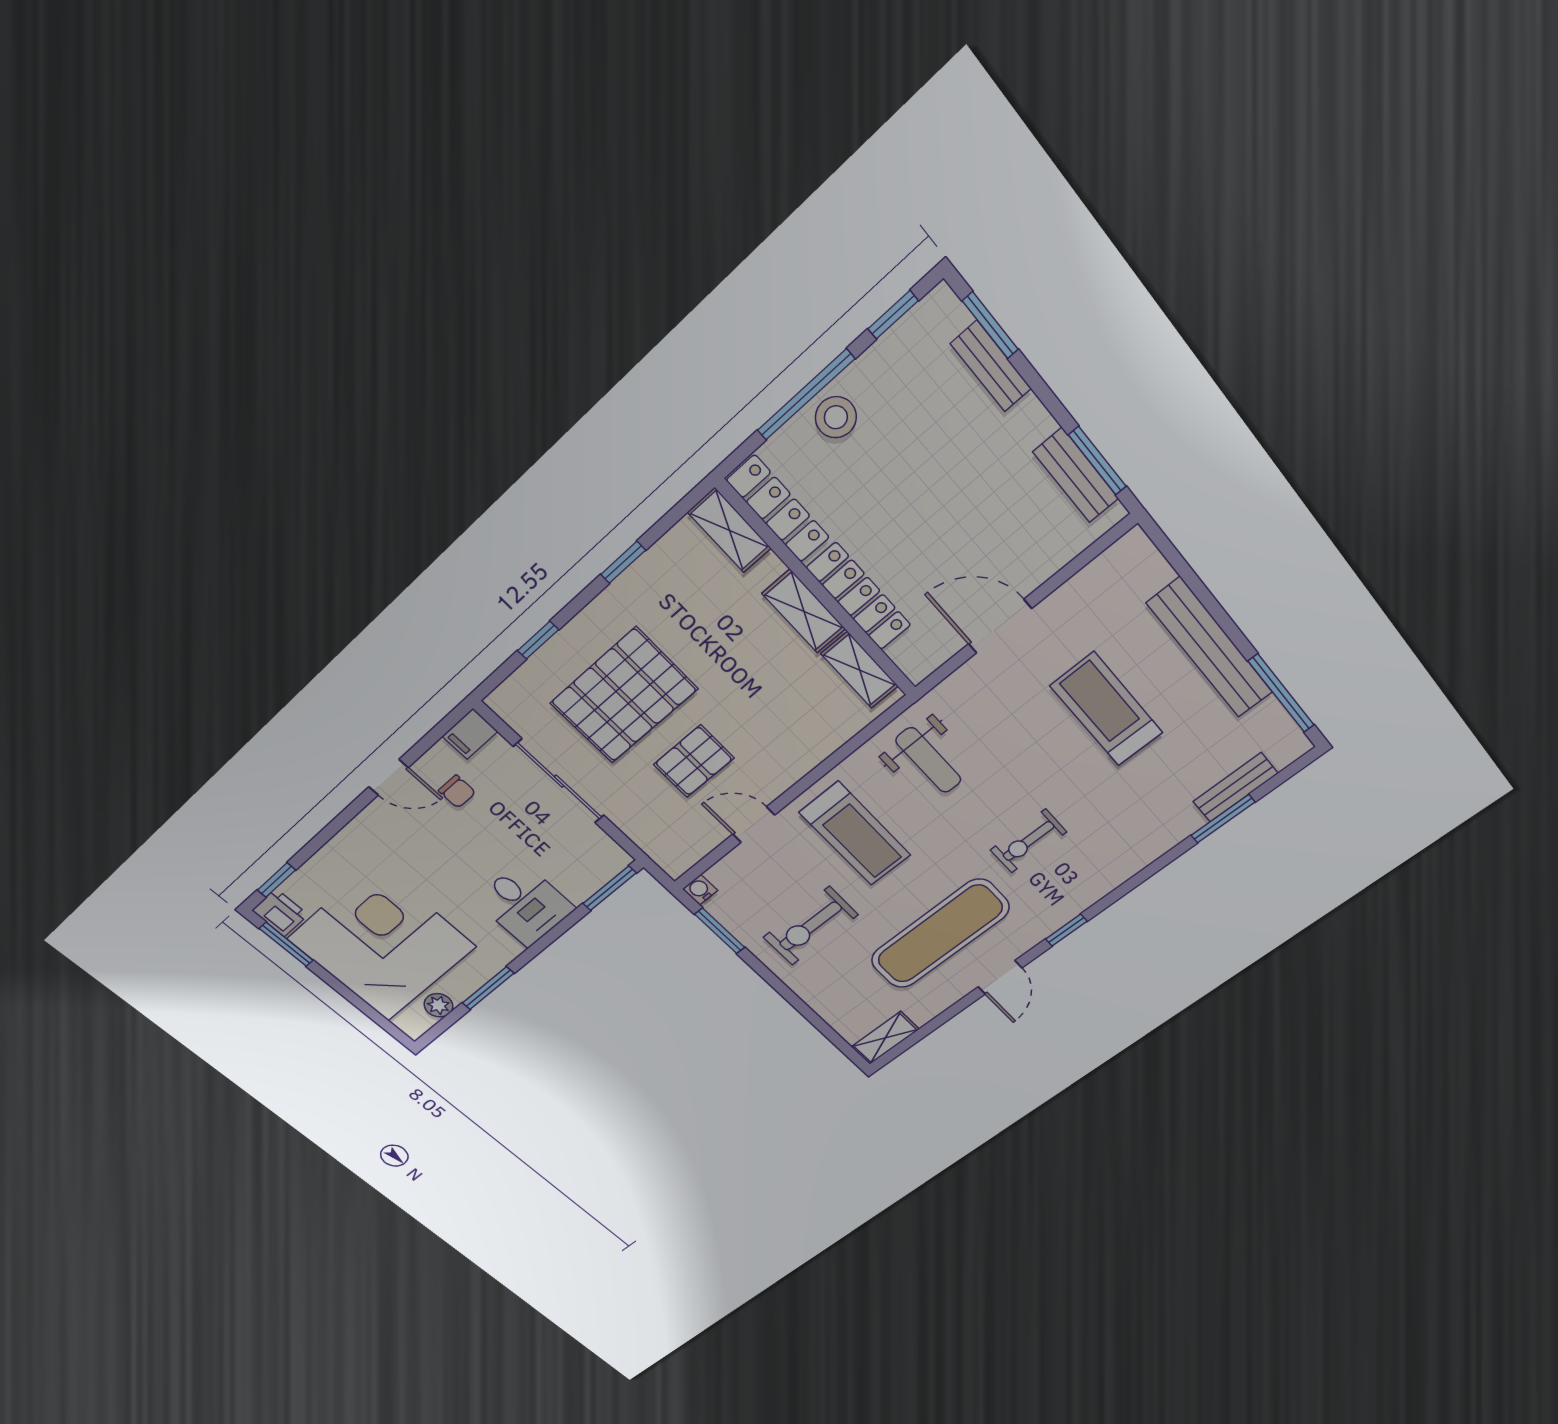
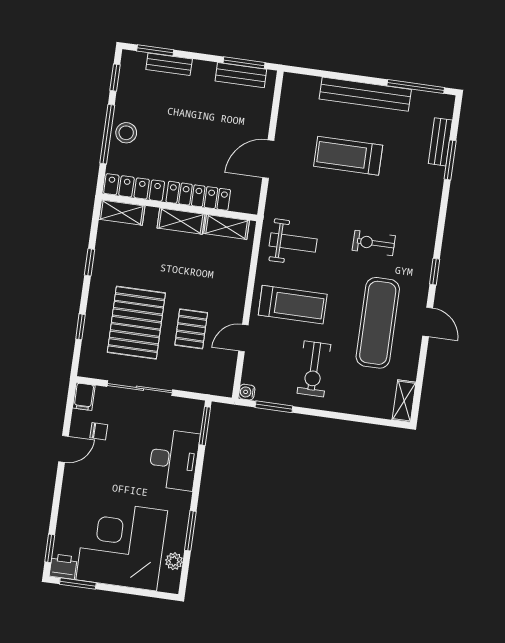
exercise bike: (1028, 841) -> (374, 243), turned 90
desk: (525, 904) -> (174, 460), width x1.37

